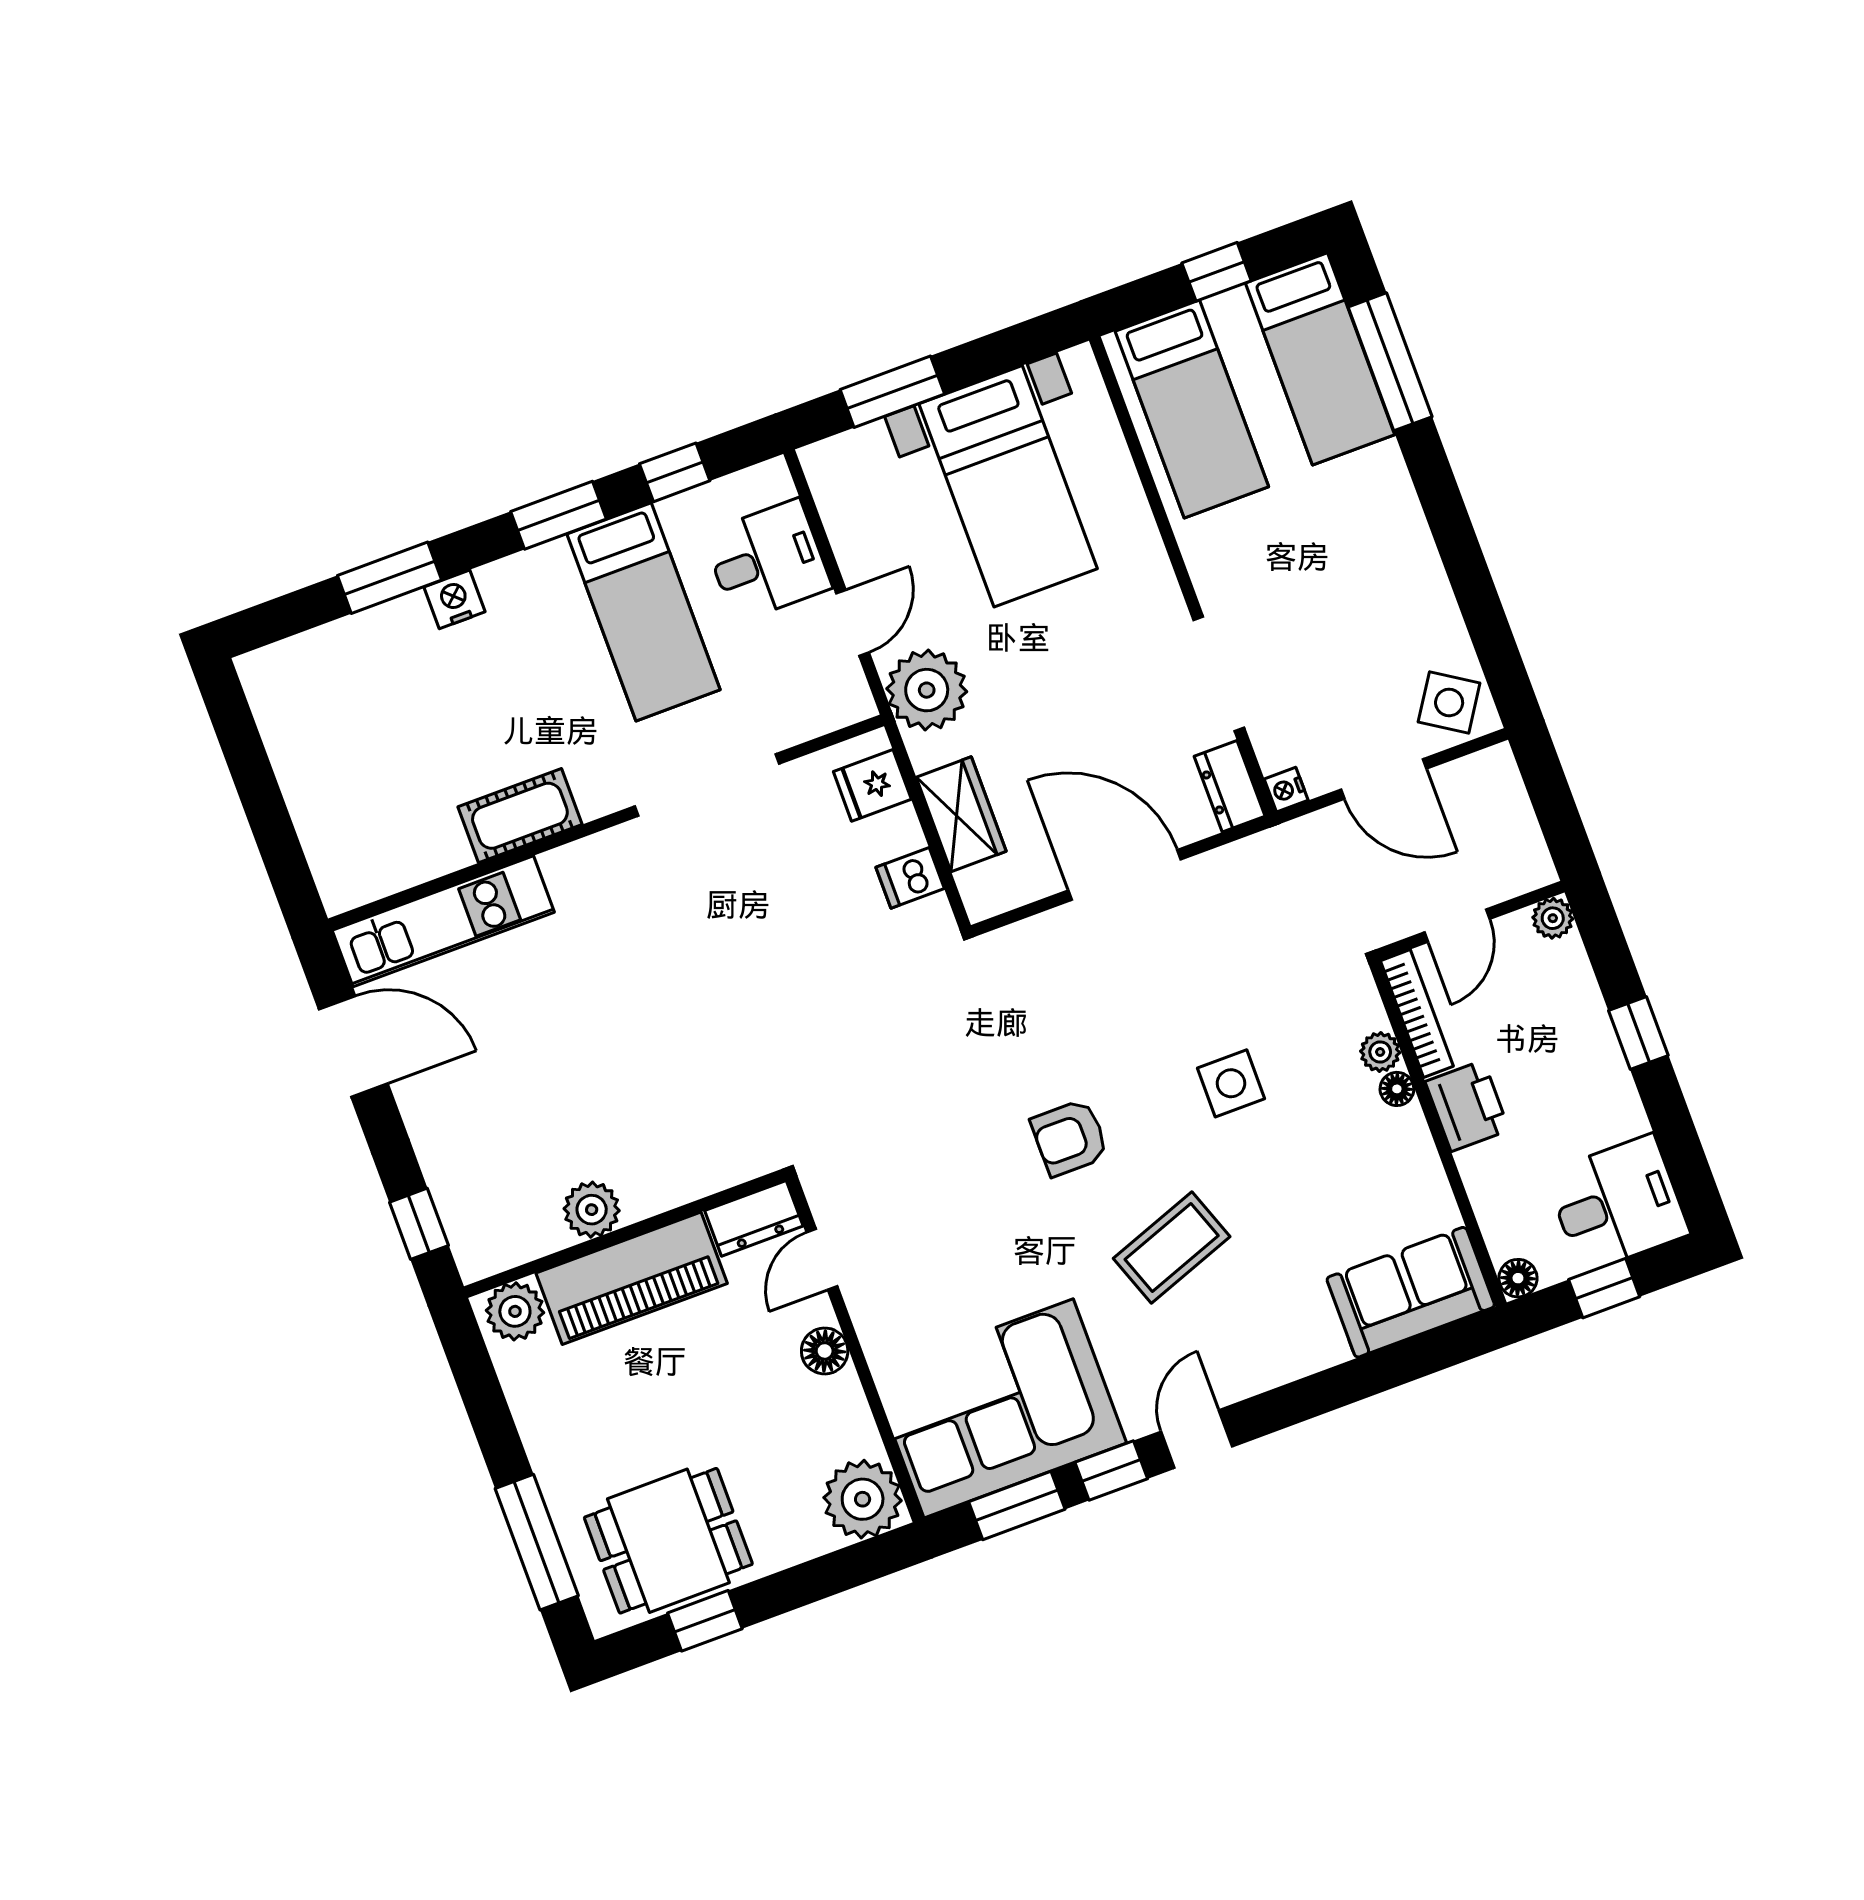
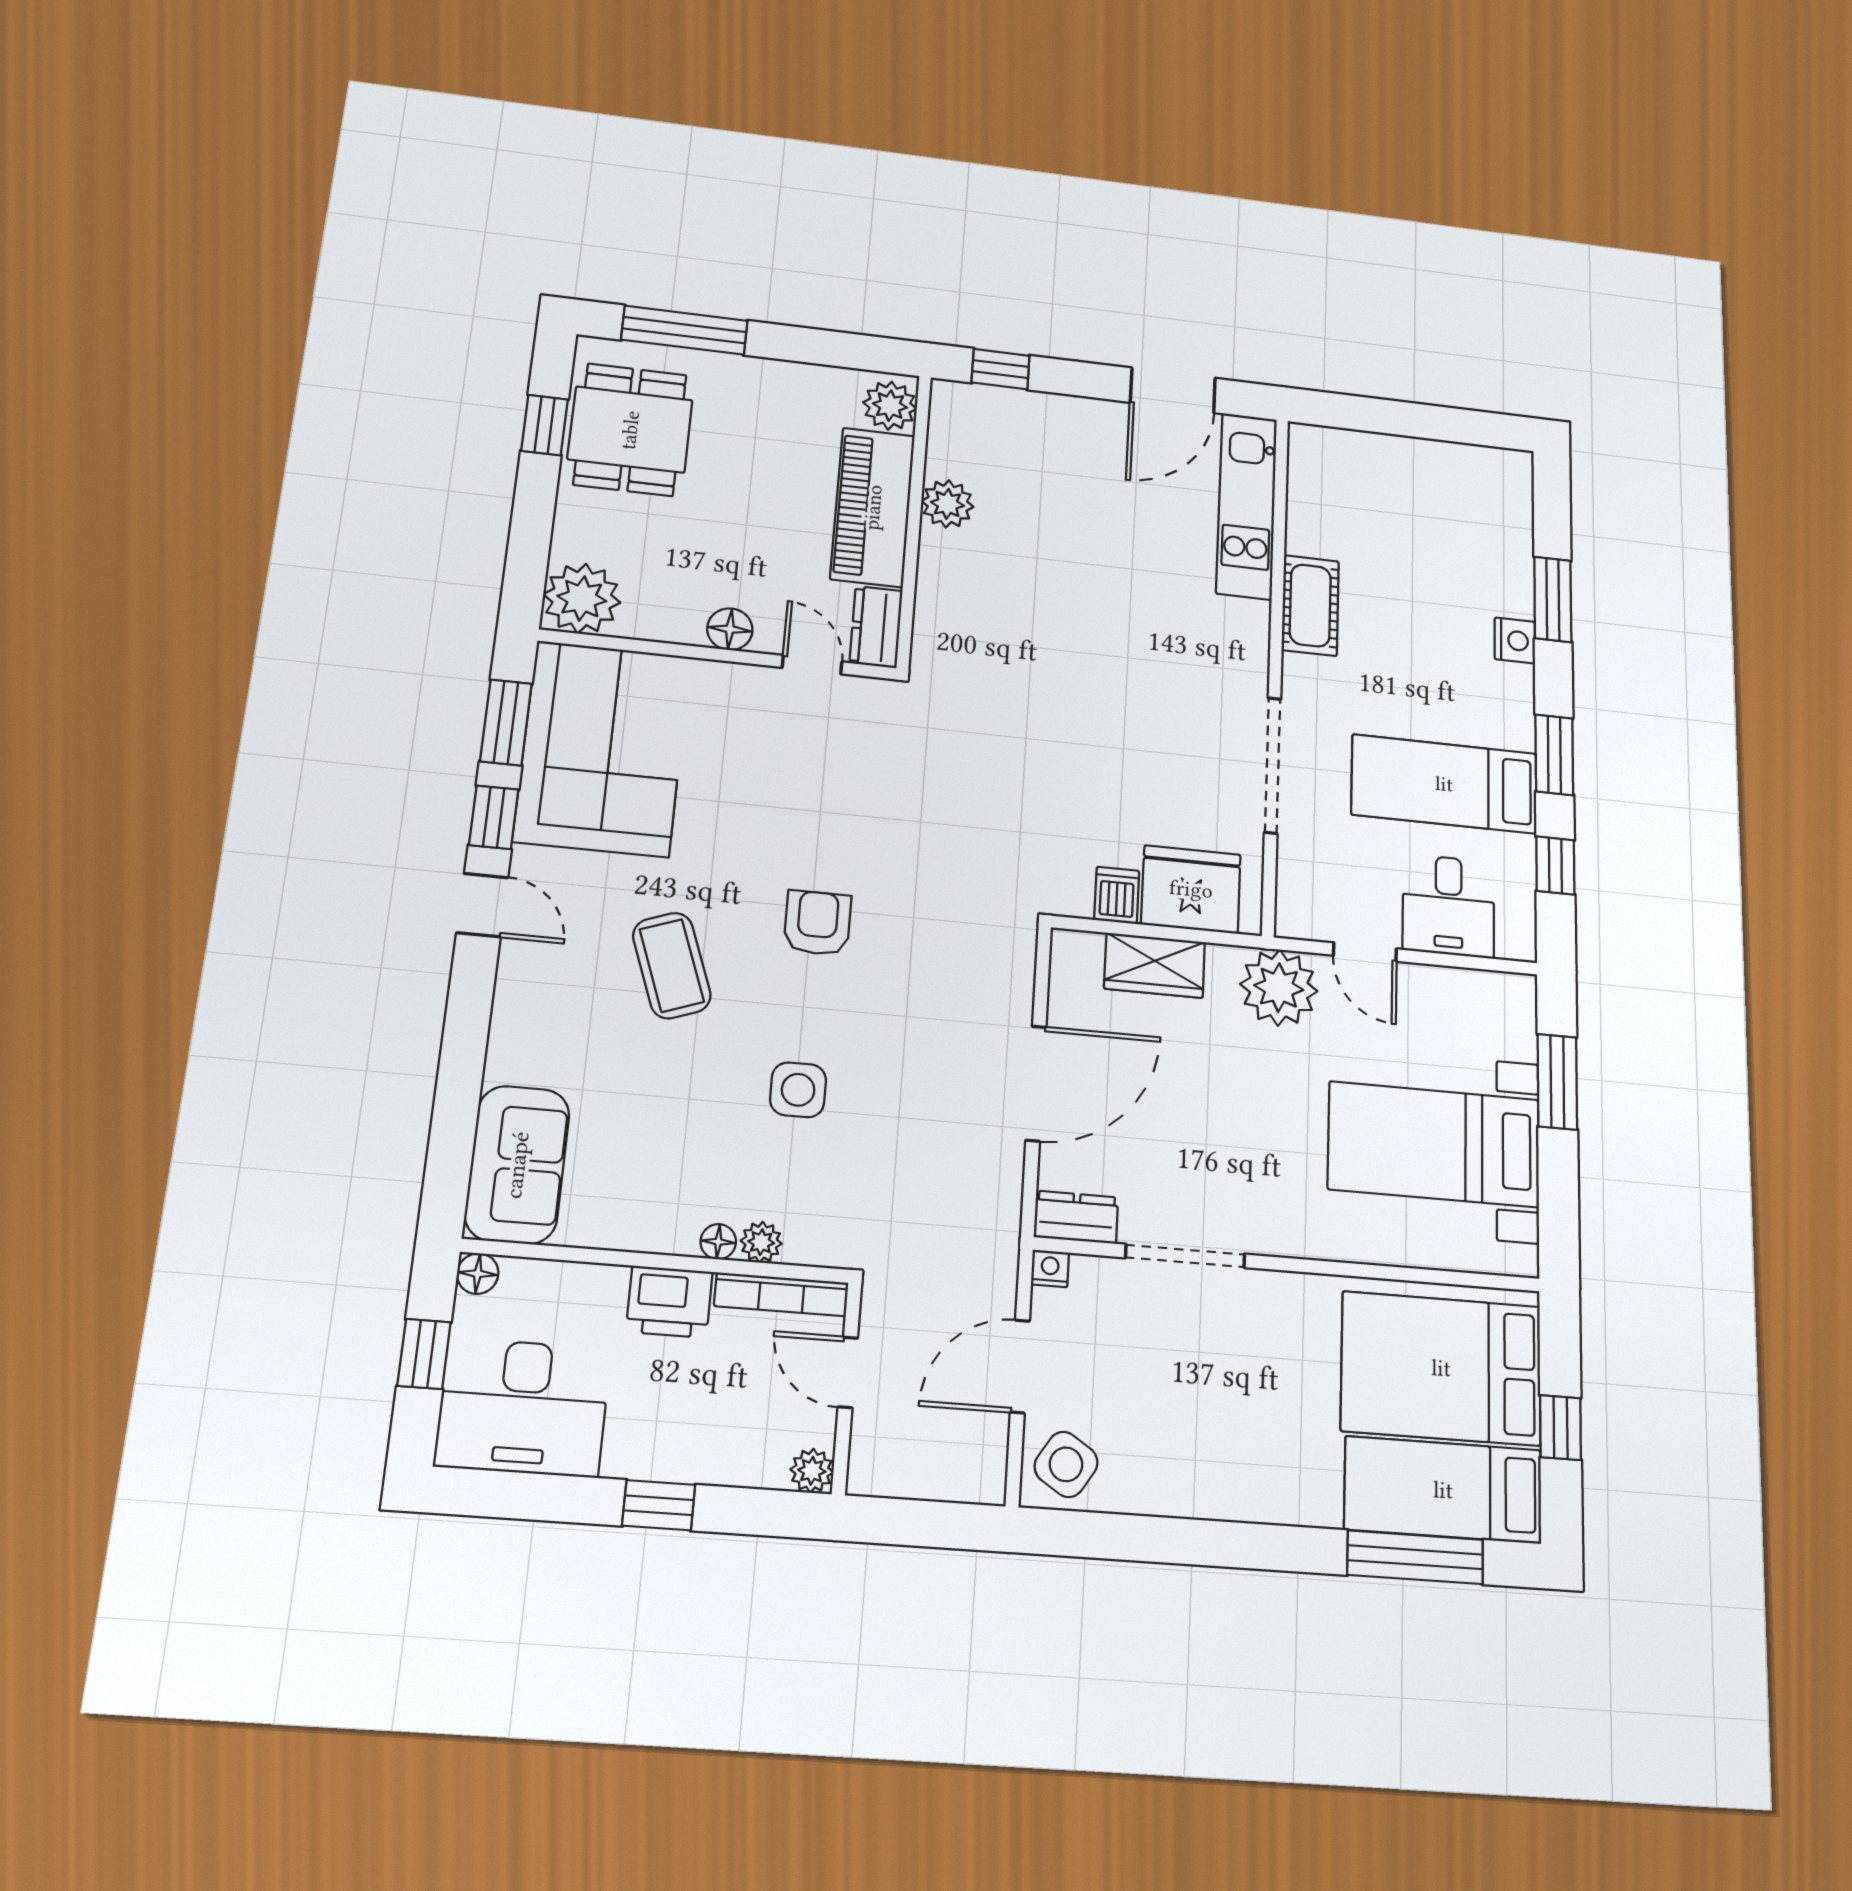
bed: (1192, 409) -> (1441, 1368), width x1.50
fridge: (872, 785) -> (1191, 889), width x1.88, depth x1.34
desk: (1617, 1204) -> (523, 1407), width x1.37

